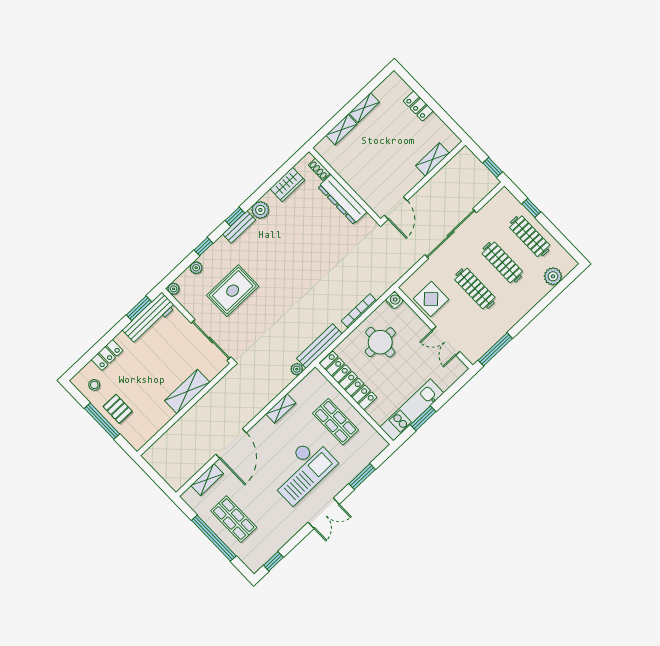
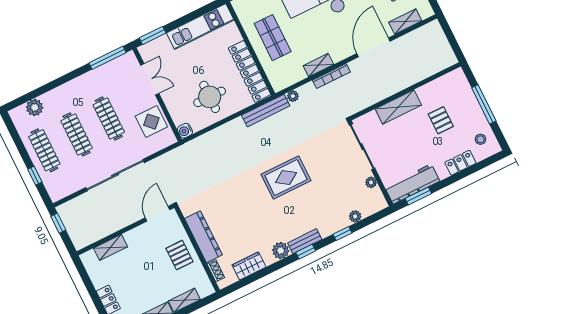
pallet: (361, 174) -> (179, 255), added
plant: (174, 289) -> (371, 182), moved
rug: (233, 291) -> (286, 177), moved
bookcase: (359, 311) -> (331, 76), moved
pallet: (118, 409) -> (441, 120), moved
window: (423, 418) -> (153, 35), moved

